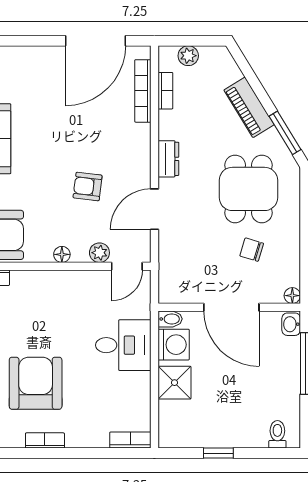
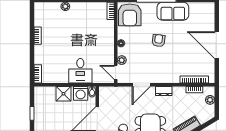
door: (95, 41) -> (217, 45), moved
armchair: (88, 186) -> (159, 41), moved
door: (154, 209) -> (141, 85), swing flipped
armchair: (36, 383) -> (63, 31), removed

